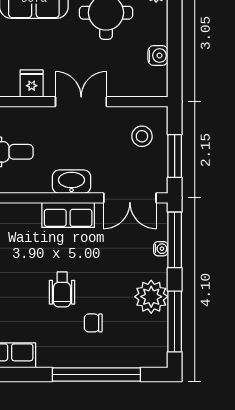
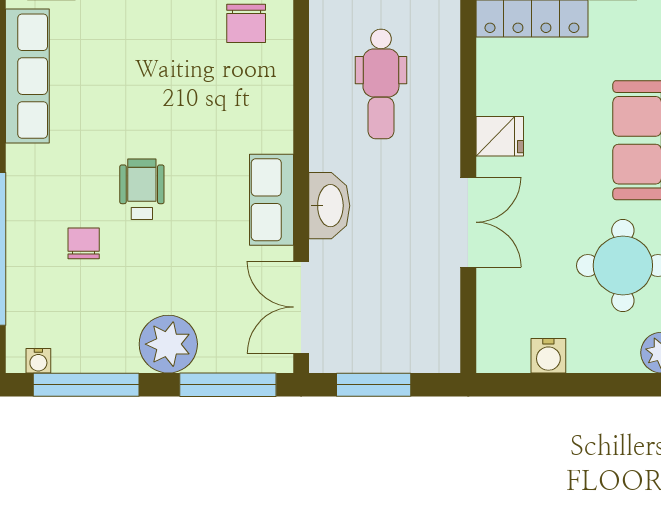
stool: (142, 136) -> (408, 328), removed
water cooler: (161, 249) -> (38, 361), moved
wheelchair: (62, 289) -> (142, 189), turned 90
plant: (151, 297) -> (168, 344), moved

